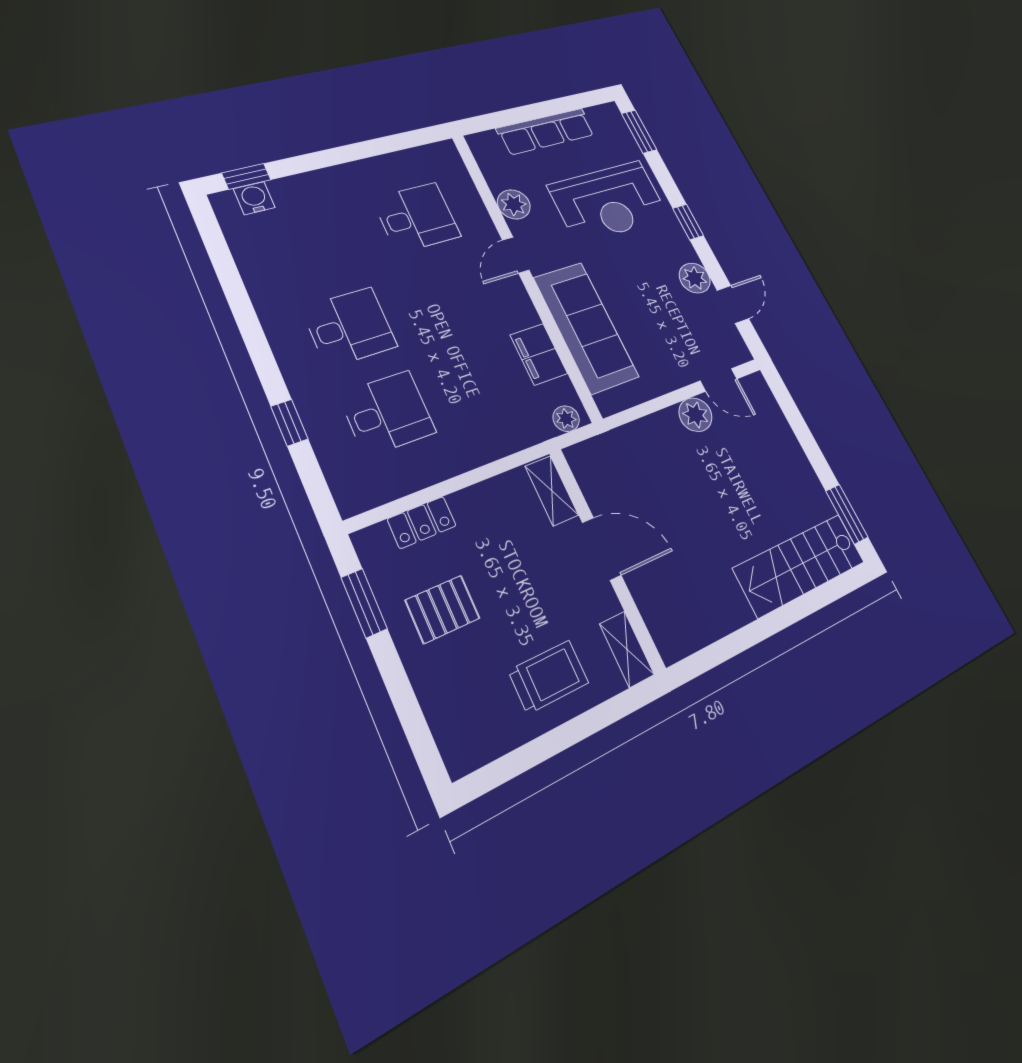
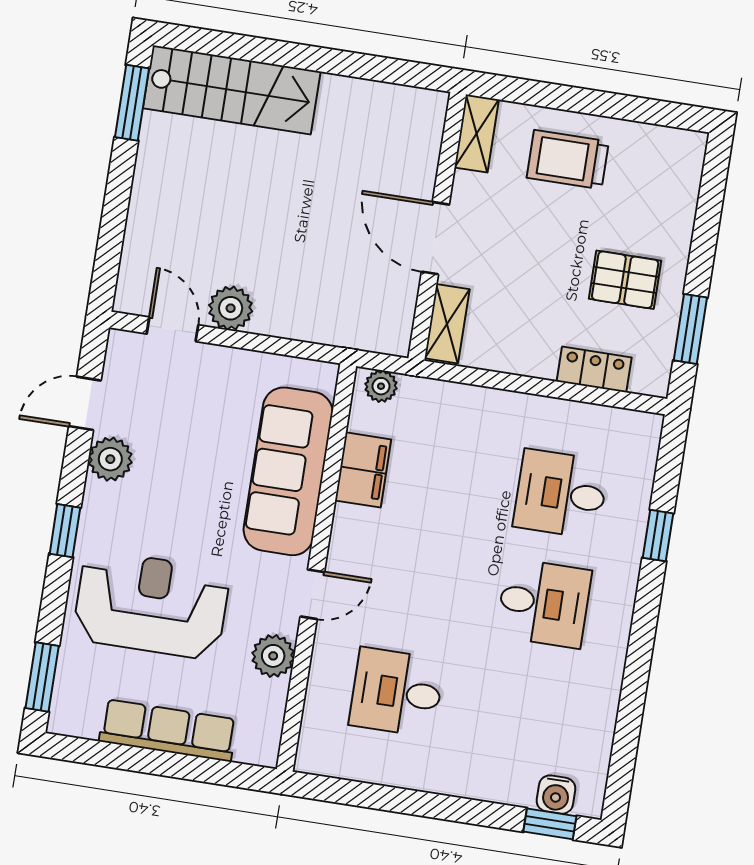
desk: (349, 327) -> (544, 603), turned 180

